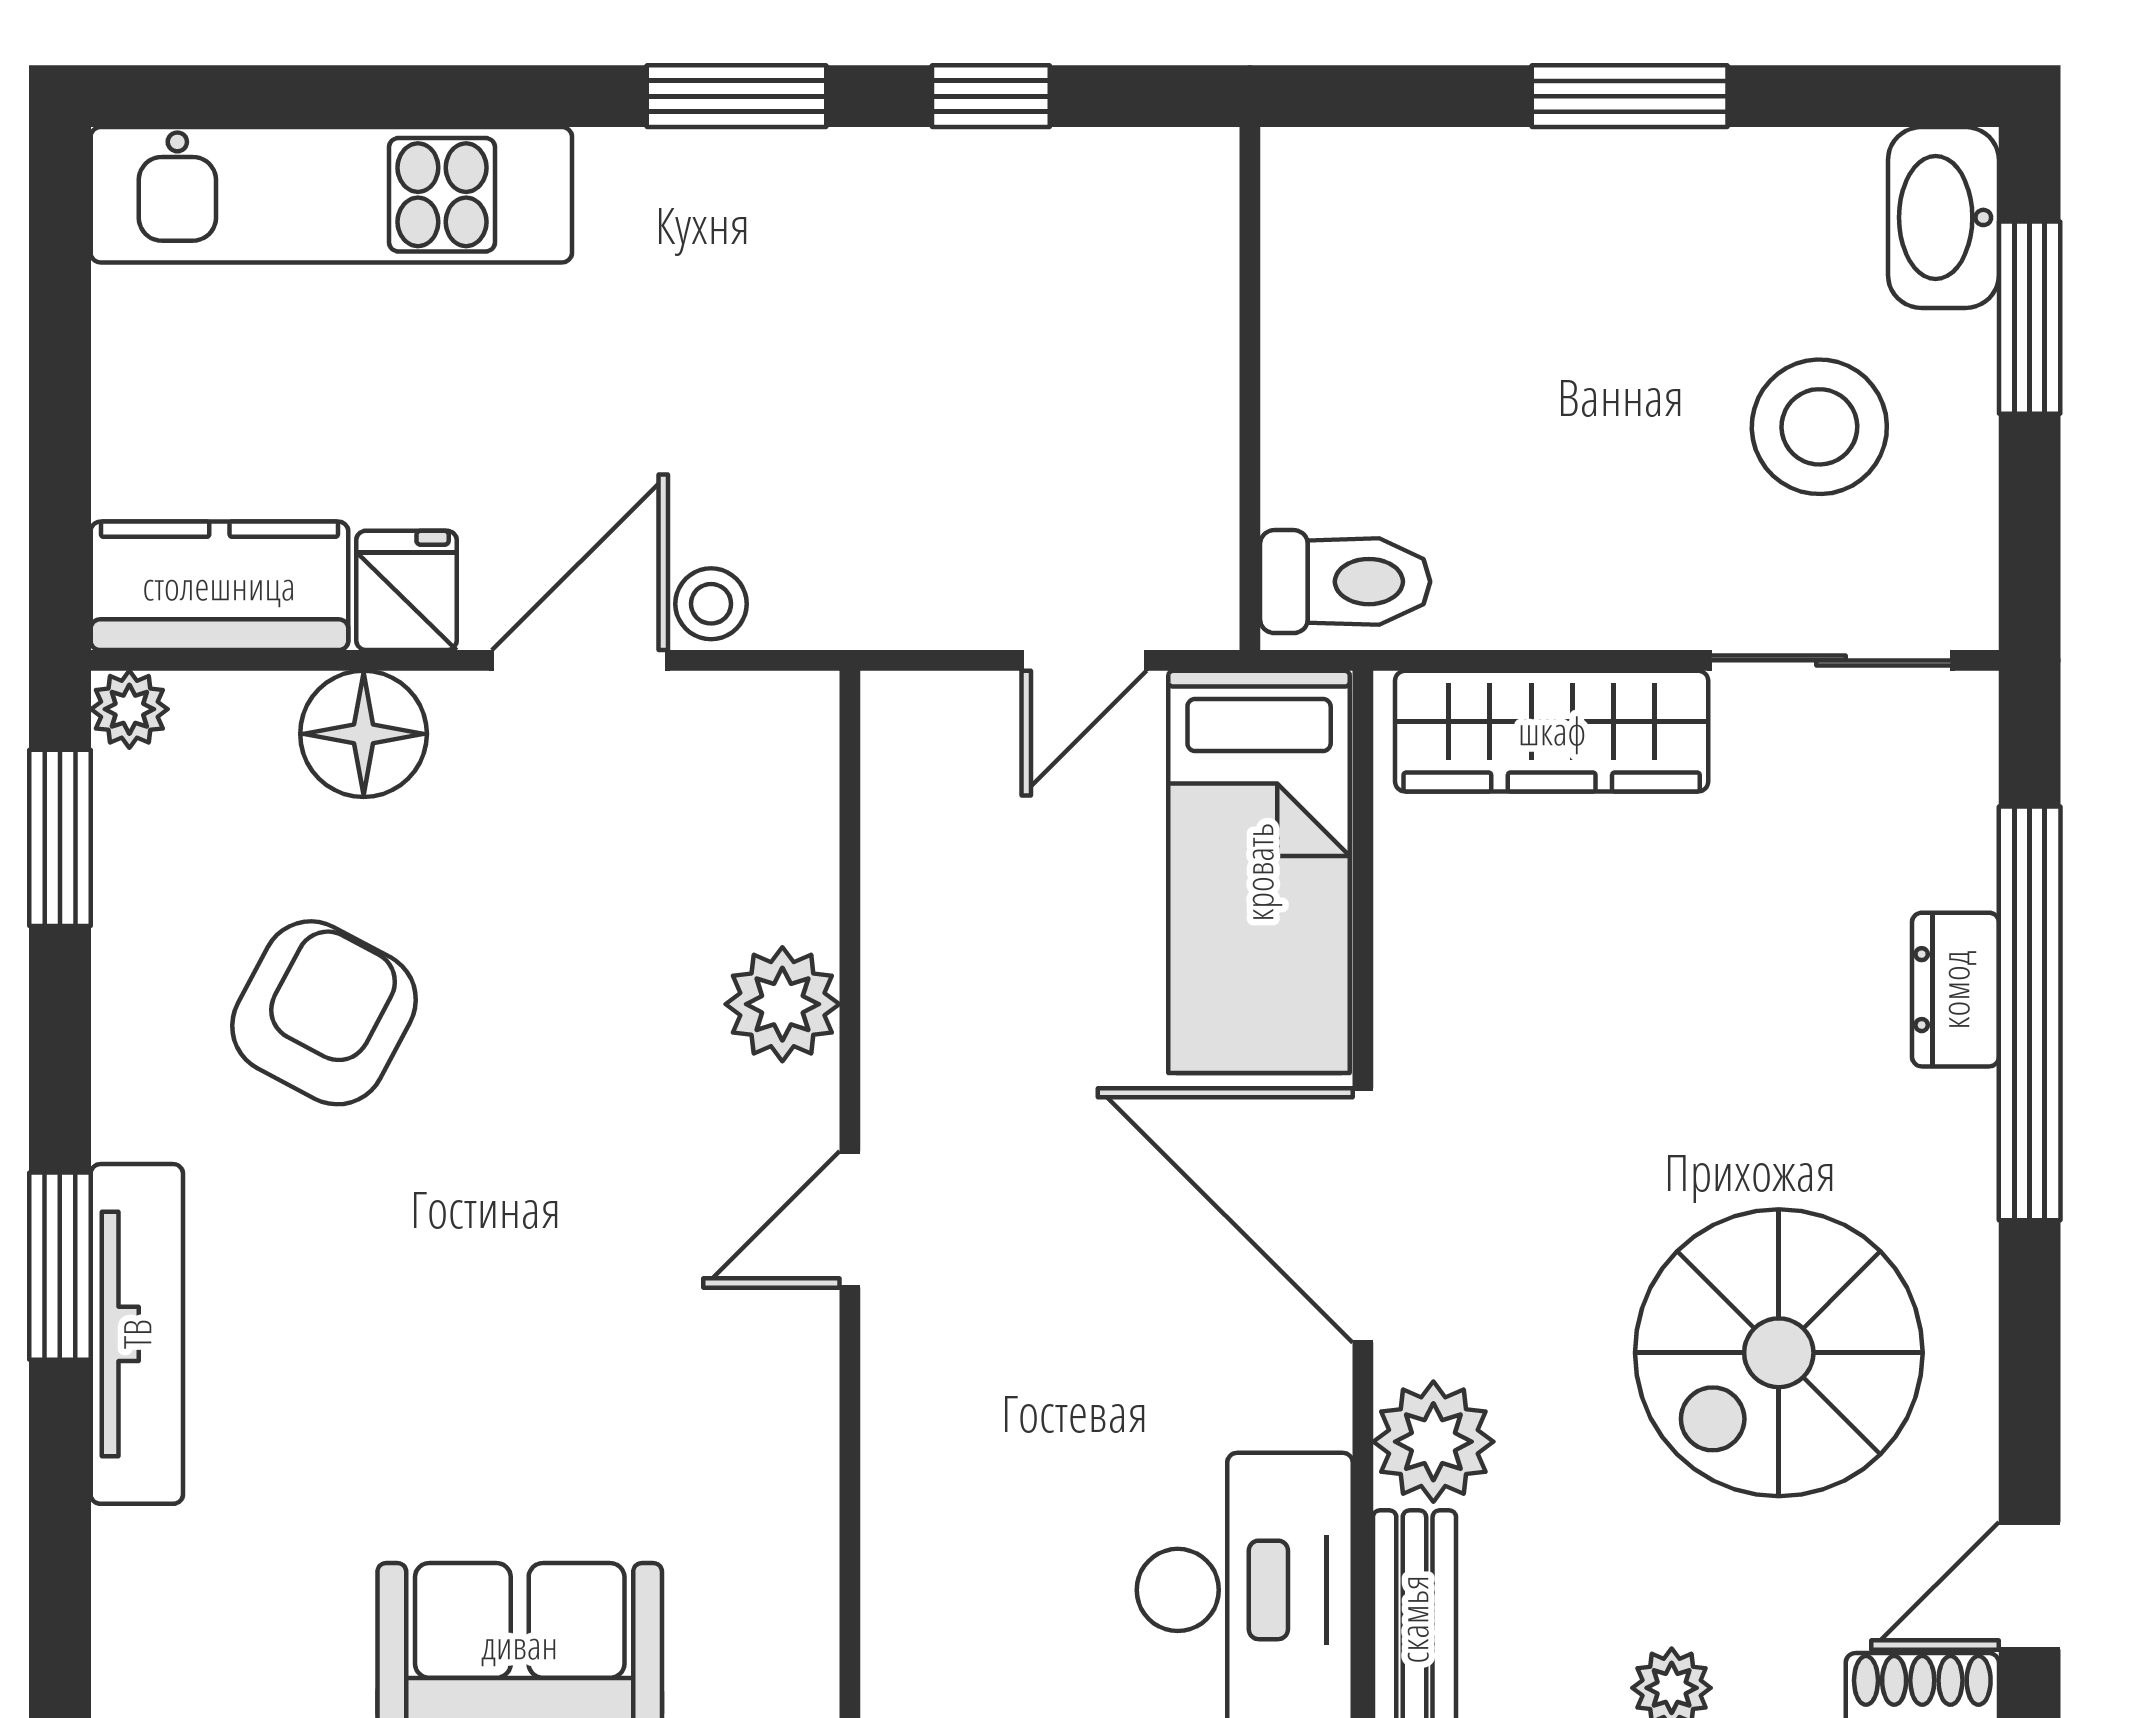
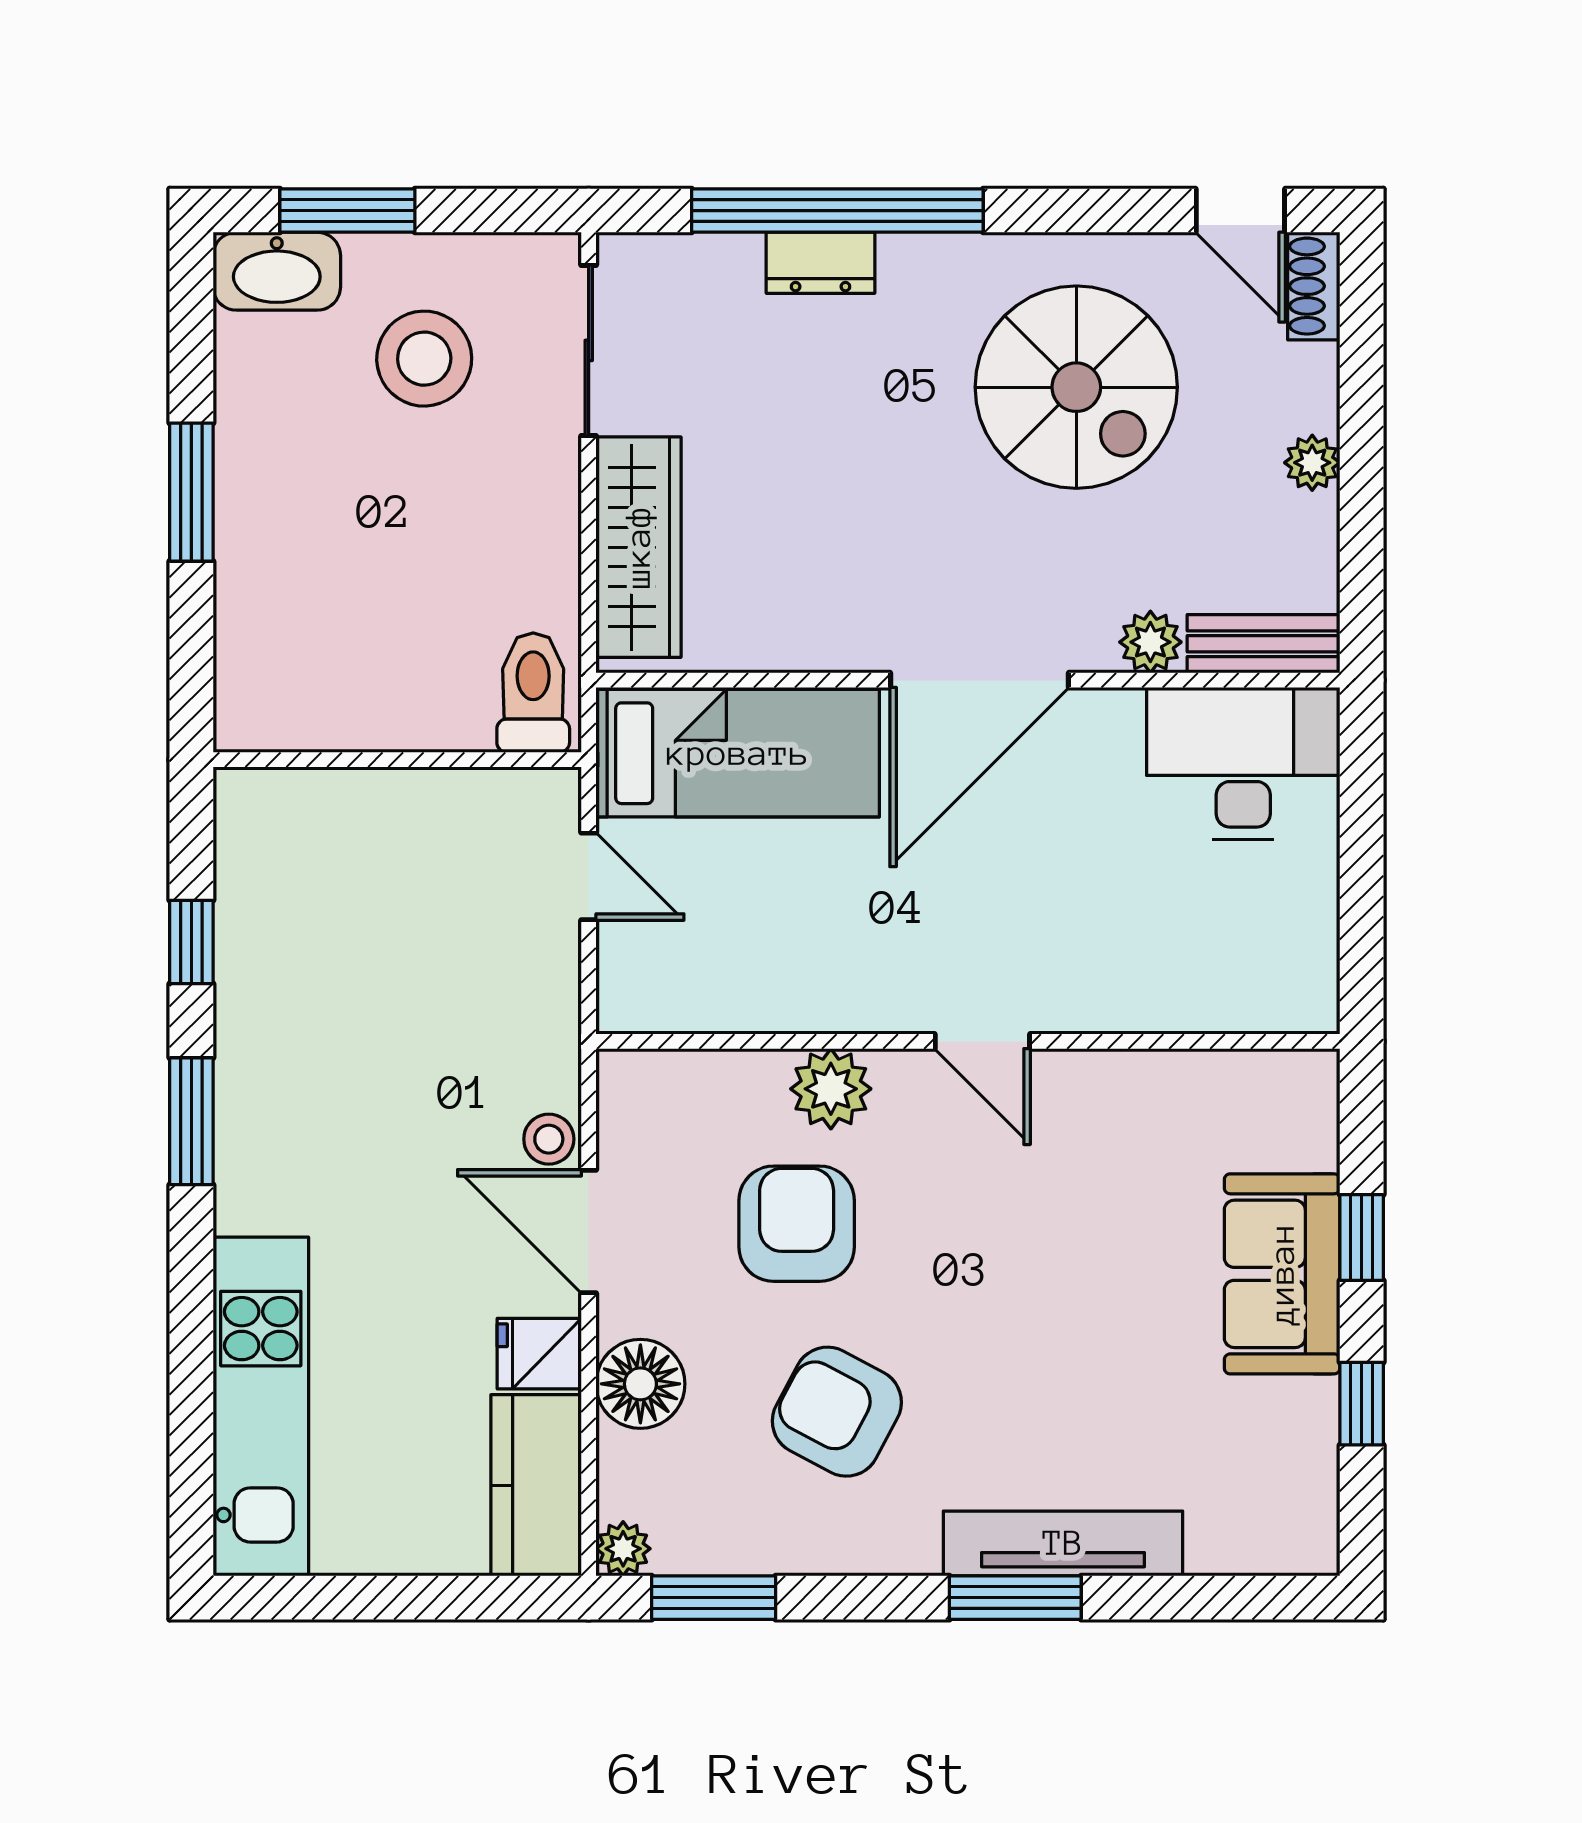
armchair: (591, 956) -> (797, 1224), added
plant: (1433, 1442) -> (1150, 642), width x0.73, depth x0.73

